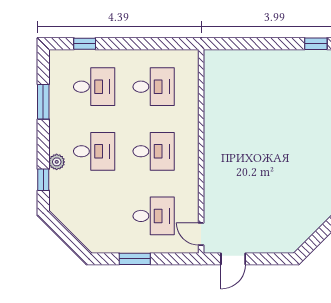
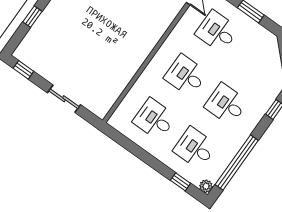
sliding door: (256, 44) -> (64, 99), added
window: (43, 102) -> (237, 162), width x2.11
plant: (57, 162) -> (206, 186), moved

